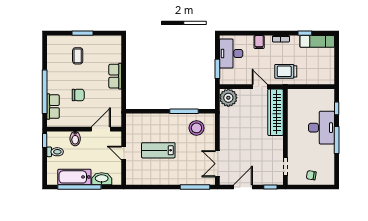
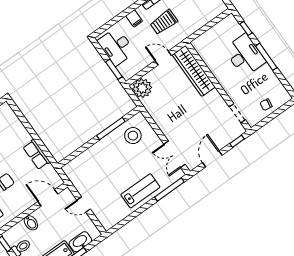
trolley: (286, 71) -> (164, 22), moved
row of seats: (115, 76) -> (36, 154), moved
door: (101, 129) -> (48, 198), hinge flipped
lab bench: (158, 150) -> (140, 191), moved, turned 180

